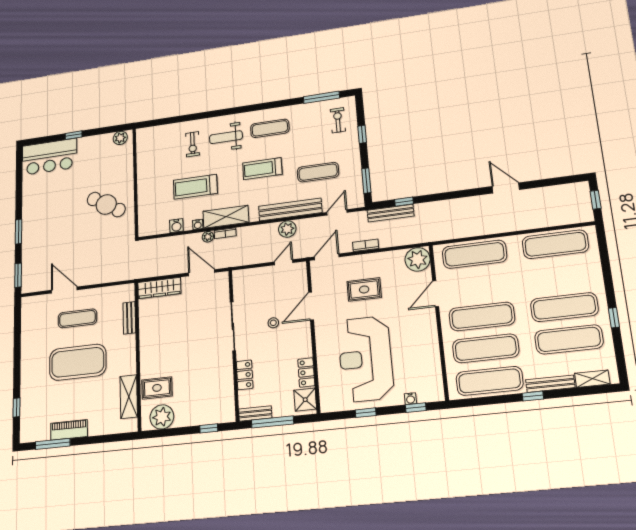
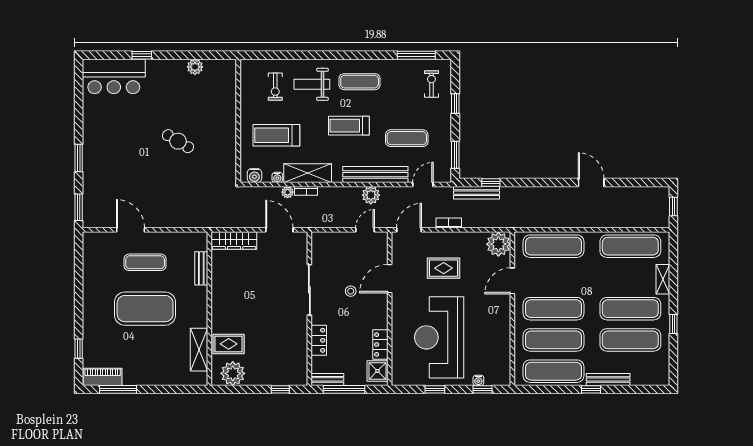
wall: (135, 182) -> (238, 121), moved
cafe table: (106, 204) -> (178, 141), width x0.73, depth x0.74
shelving: (592, 379) -> (663, 279), moved, turned 90
piano: (69, 430) -> (103, 377), moved

